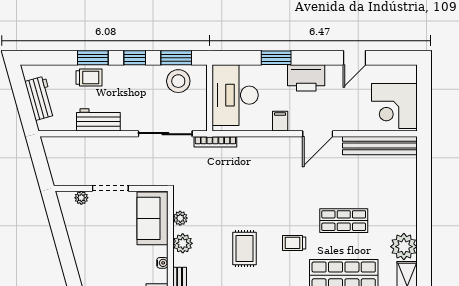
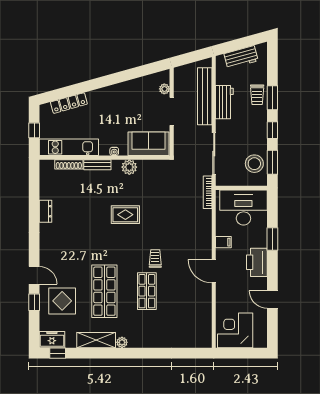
bench: (380, 146) -> (205, 96), moved
plant: (180, 218) -> (149, 165), removed
trolley: (294, 243) -> (155, 258), moved
plant: (404, 247) -> (122, 342), width x0.53, depth x0.53

